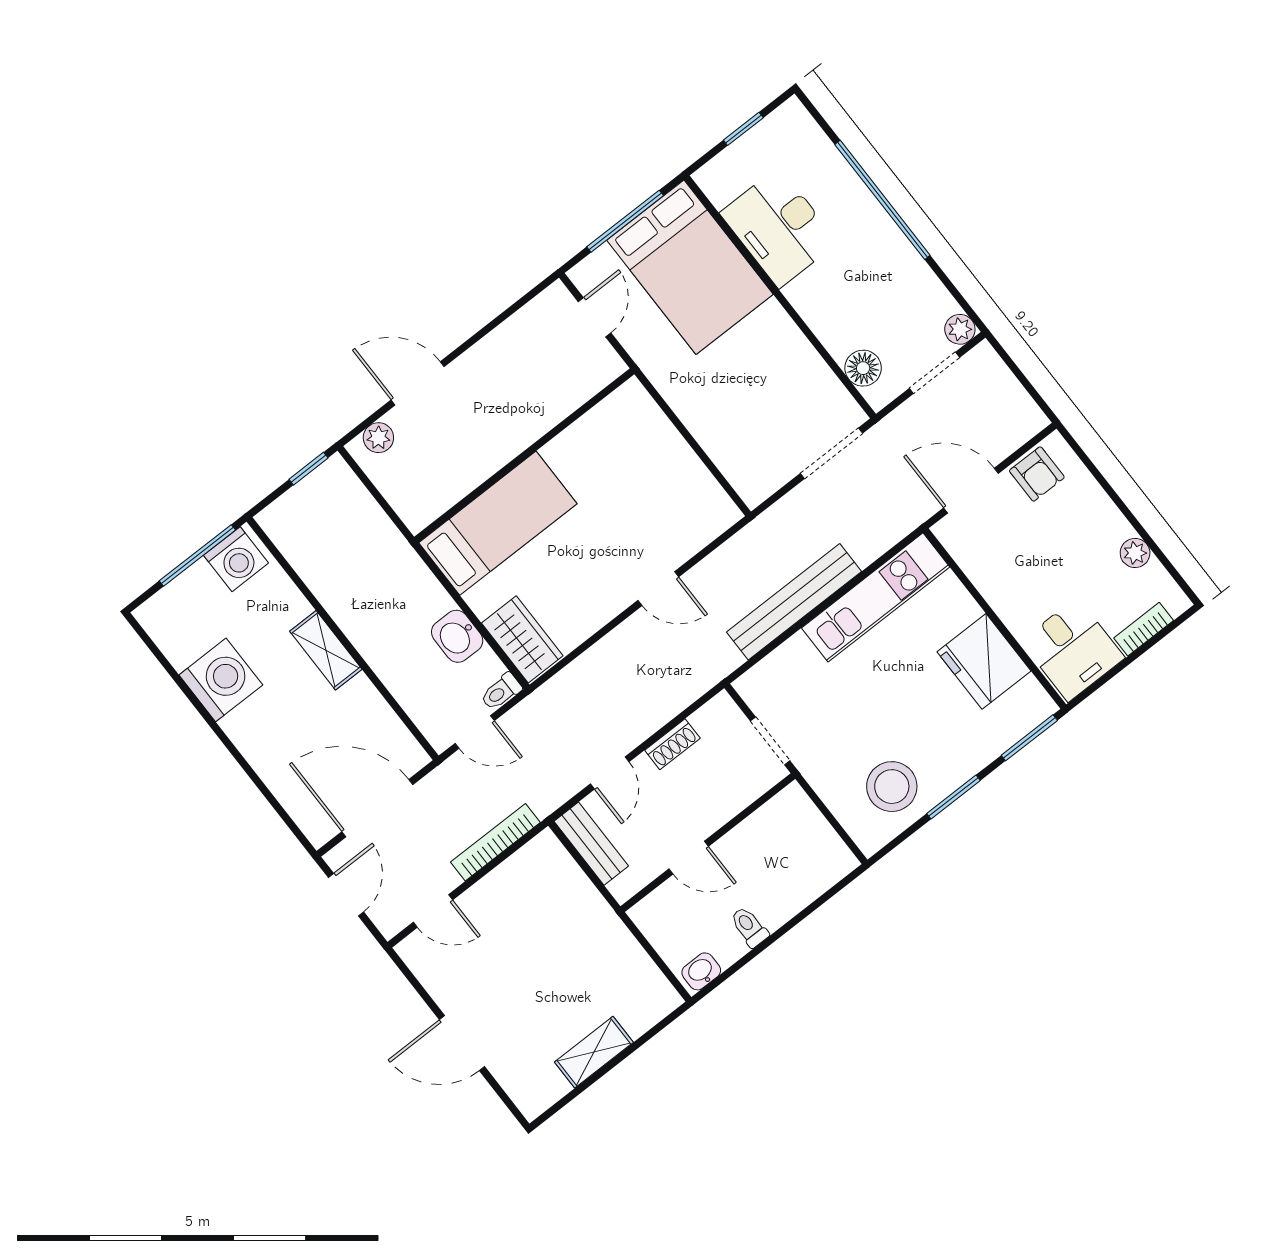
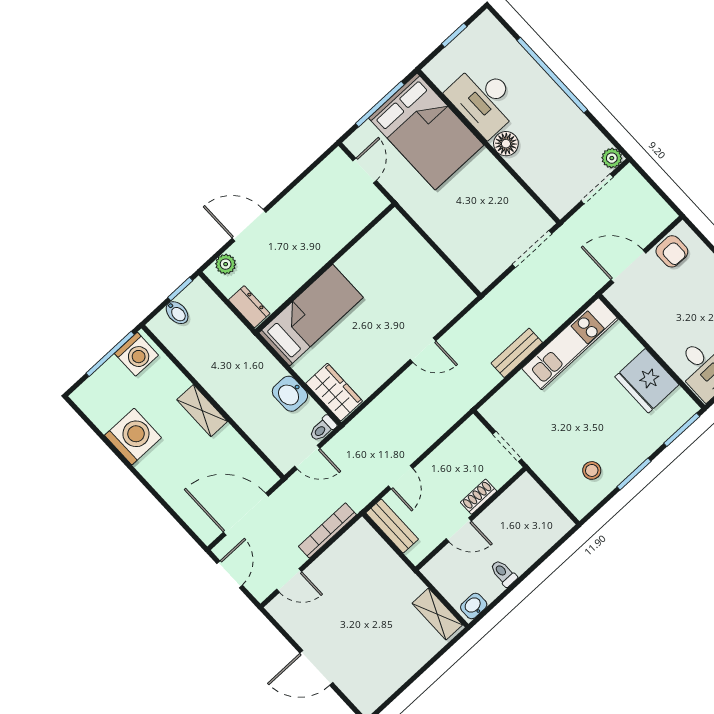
floor lamp: (863, 368) -> (506, 144), moved
bidet: (301, 503) -> (177, 313), added
dresser: (408, 503) -> (249, 307), added
bench: (794, 602) -> (517, 353), width x0.54, depth x0.82
shoe rack: (672, 744) -> (479, 497), moved, turned 180
stool: (892, 787) -> (592, 470), width x0.53, depth x0.53
shelving: (594, 1052) -> (437, 614), moved, turned 90

